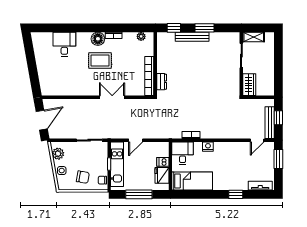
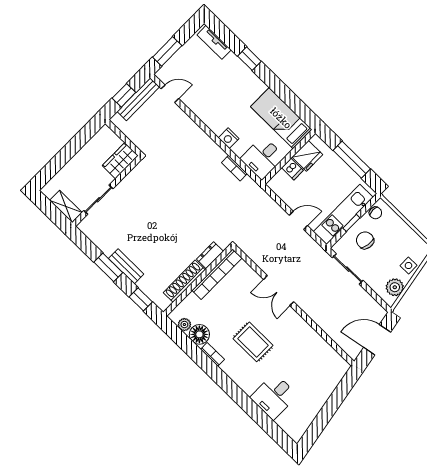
bench: (192, 37) -> (126, 266), width x0.73
floor lamp: (98, 39) -> (199, 334), moved
shoe rack: (162, 57) -> (184, 281), added
chair: (83, 177) -> (365, 240), moved

